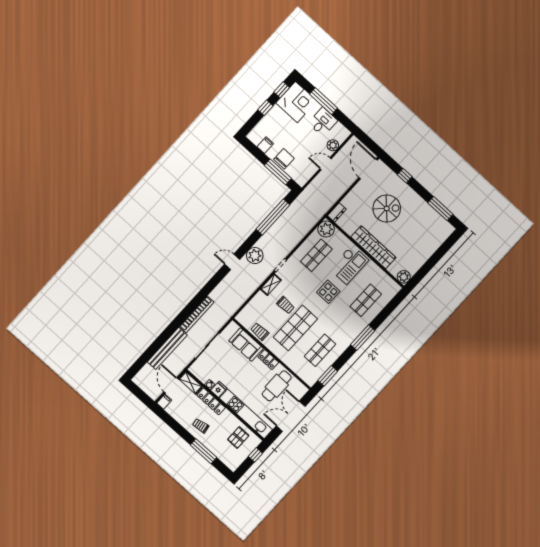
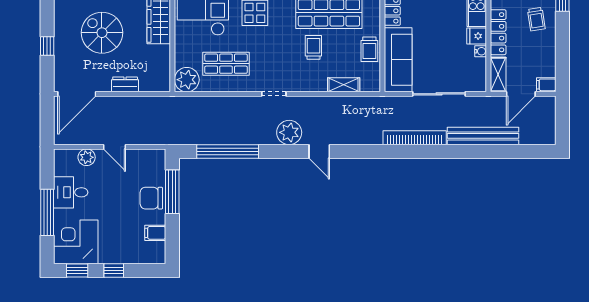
dresser: (337, 212) -> (125, 84), moved
shelving: (271, 285) -> (344, 85), moved
sofa: (246, 345) -> (398, 60), width x1.36

